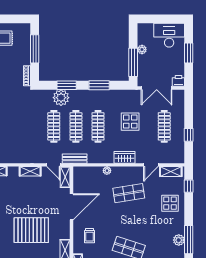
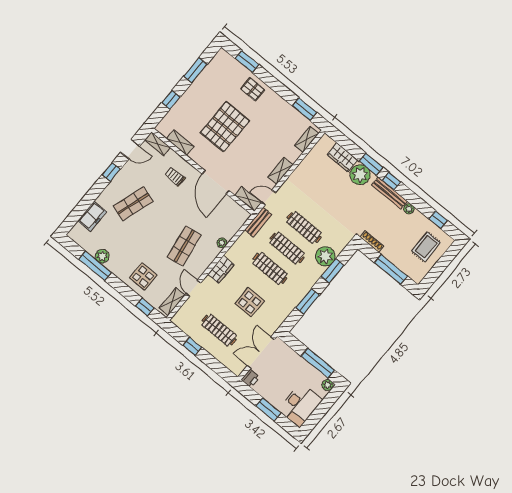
plant: (142, 50) -> (328, 385), moved
window: (133, 62) -> (318, 363), moved

